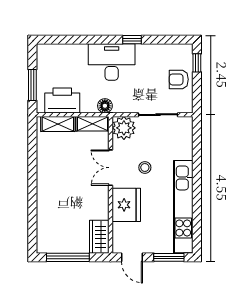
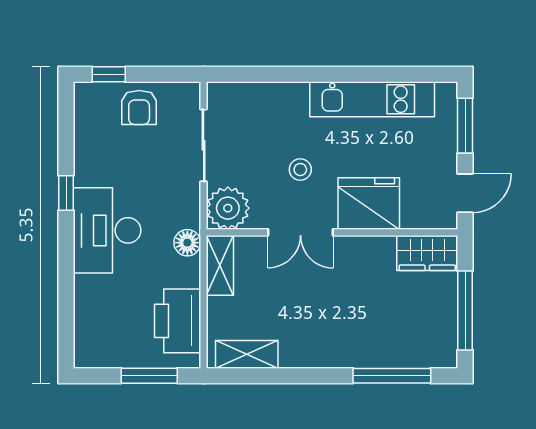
shelving: (58, 124) -> (247, 354), moved, turned 90
kitchen unit: (183, 207) -> (372, 99), width x0.73
window: (32, 218) -> (392, 376), added

